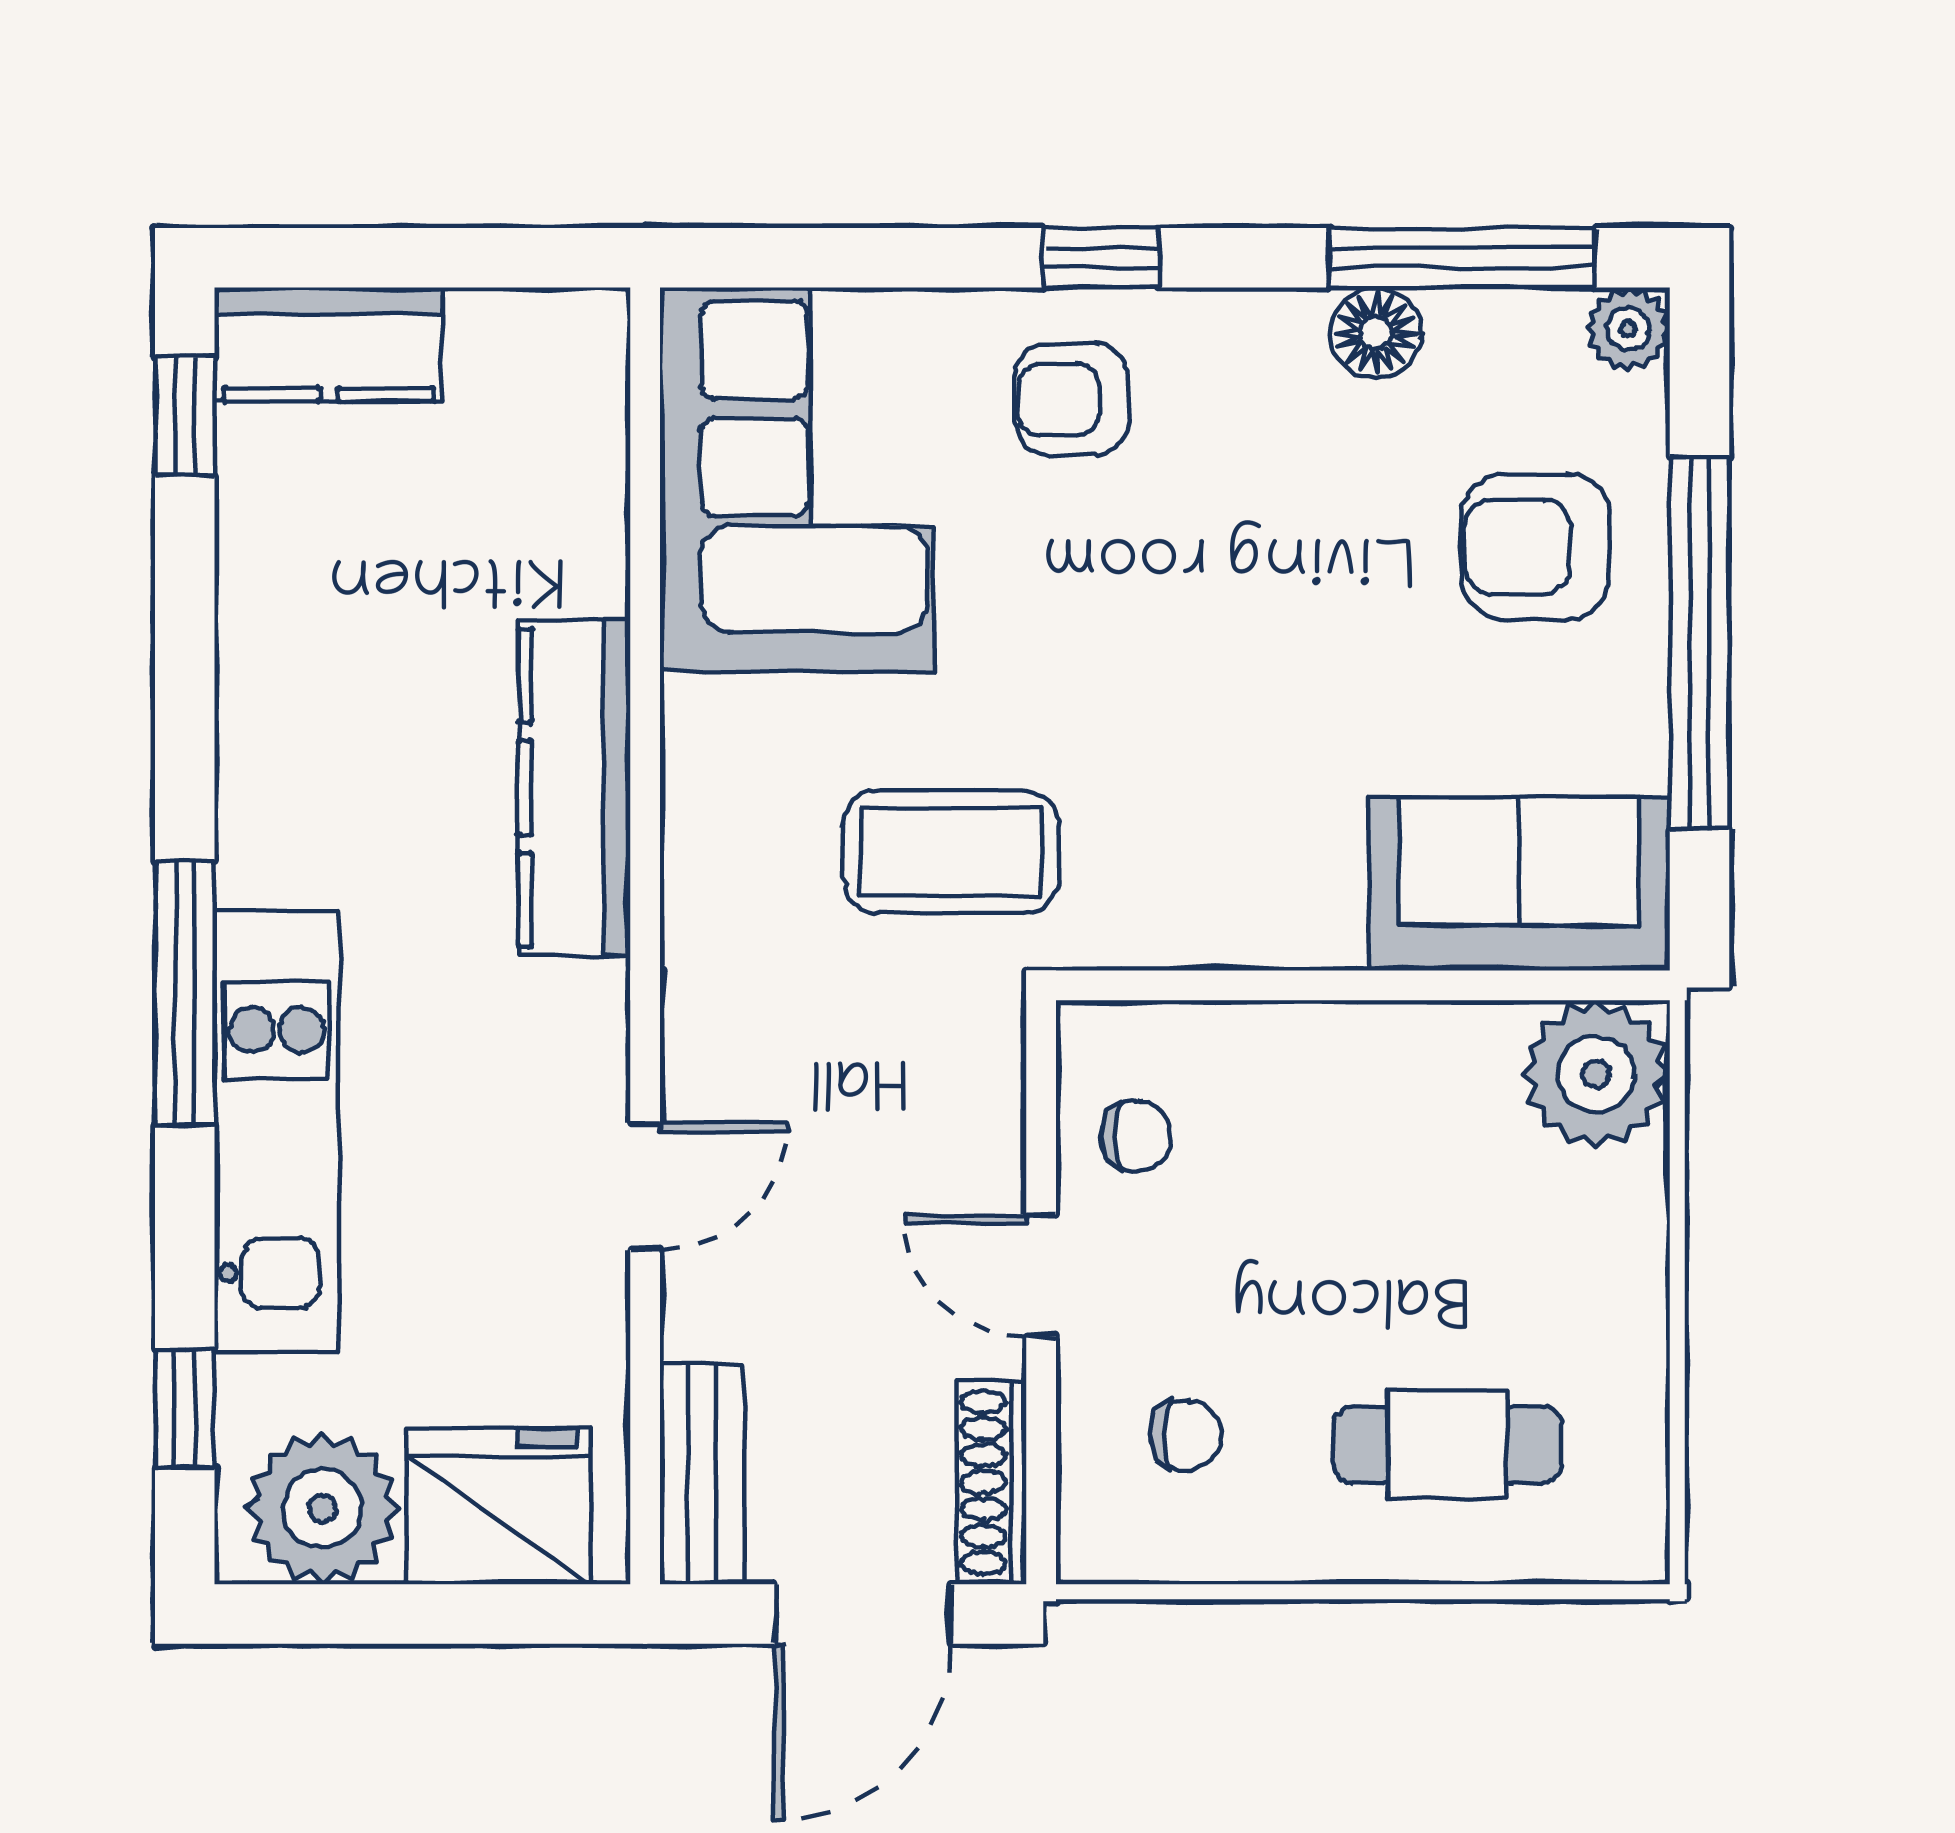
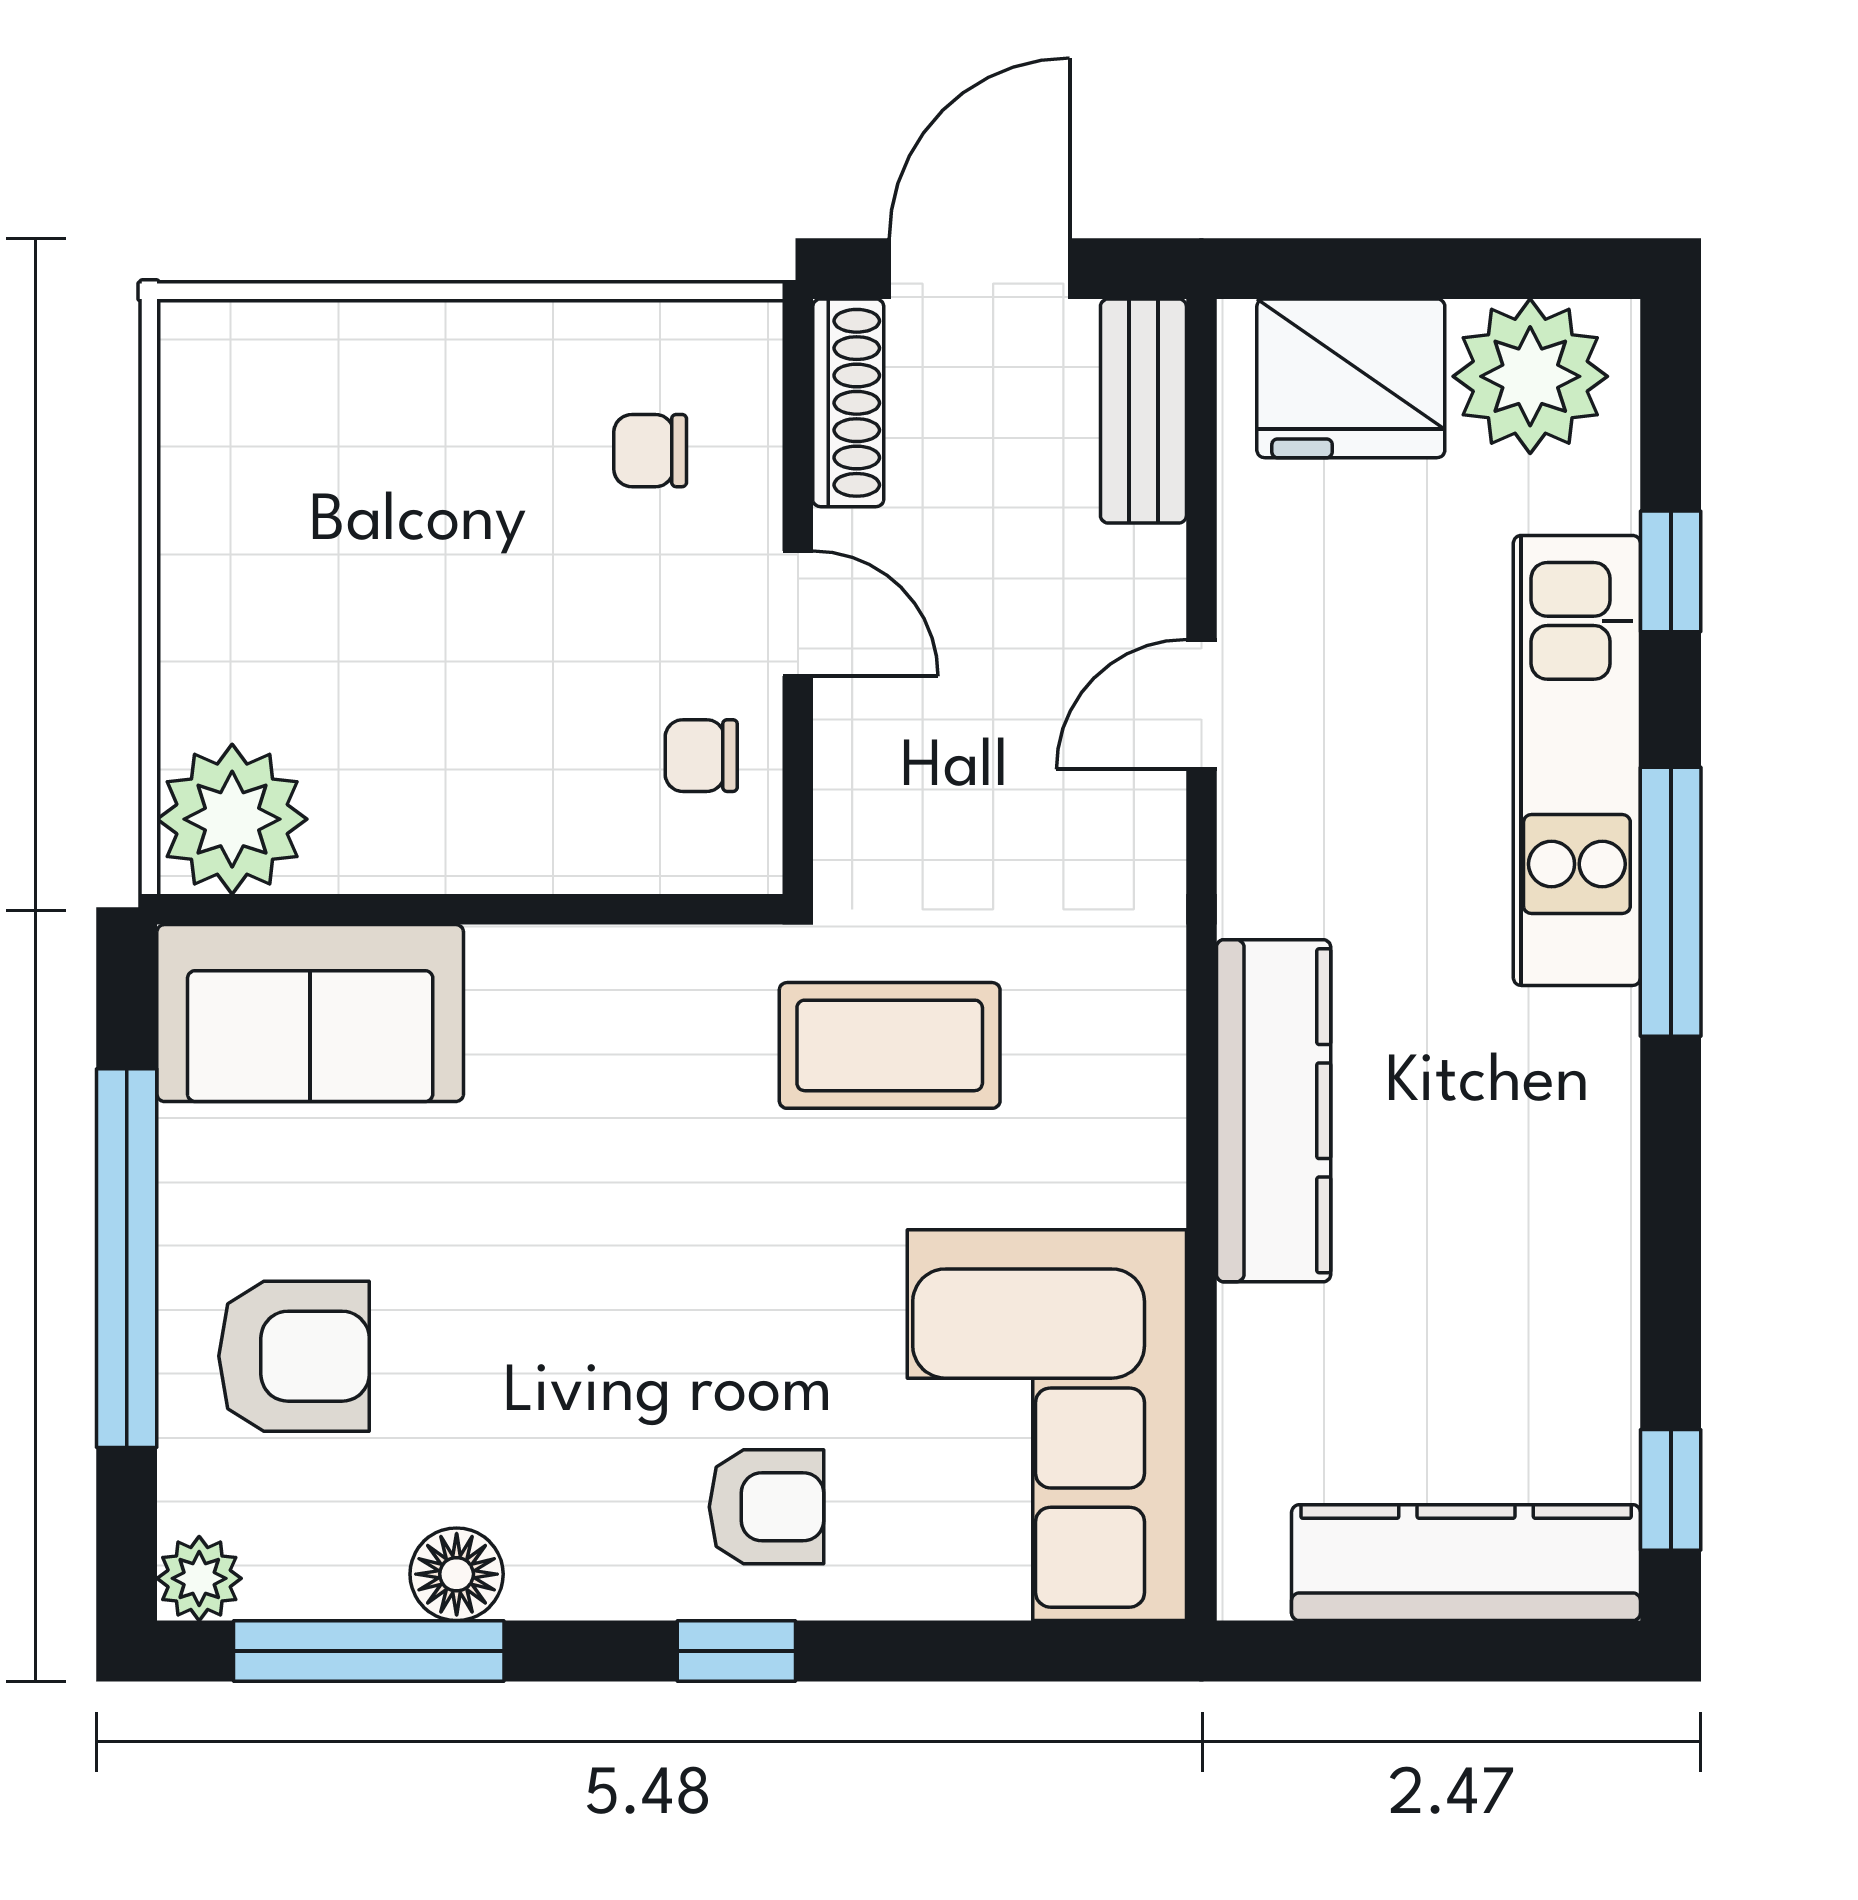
kitchen counter: (328, 344) -> (1466, 1563), width x1.50
window: (185, 1409) -> (1671, 571), moved
cafe table: (1447, 1445) -> (384, 441), removed

